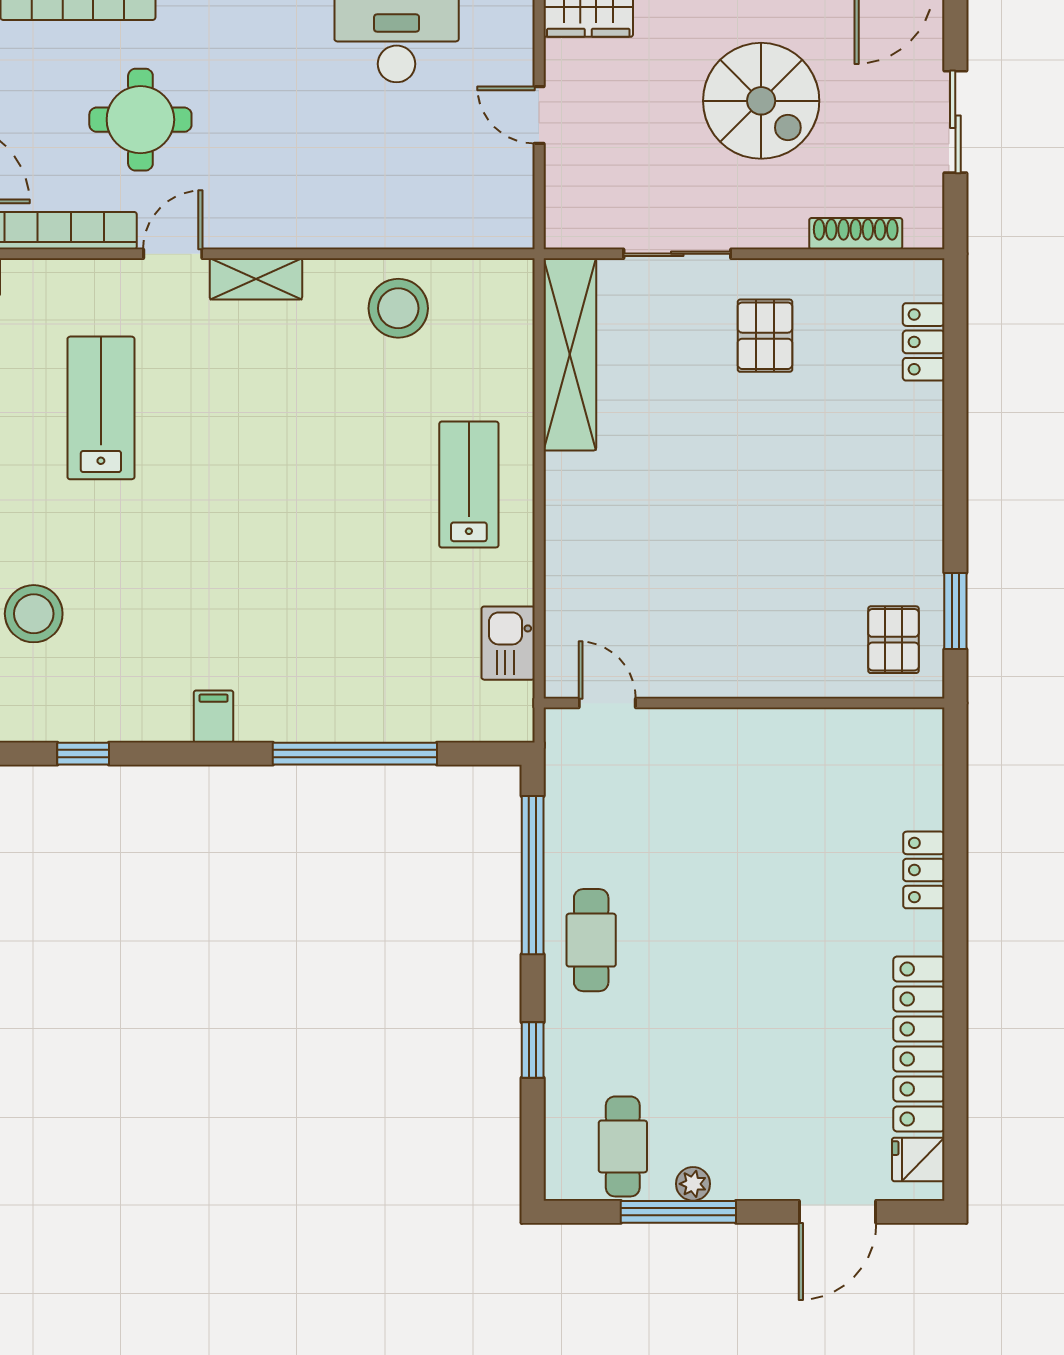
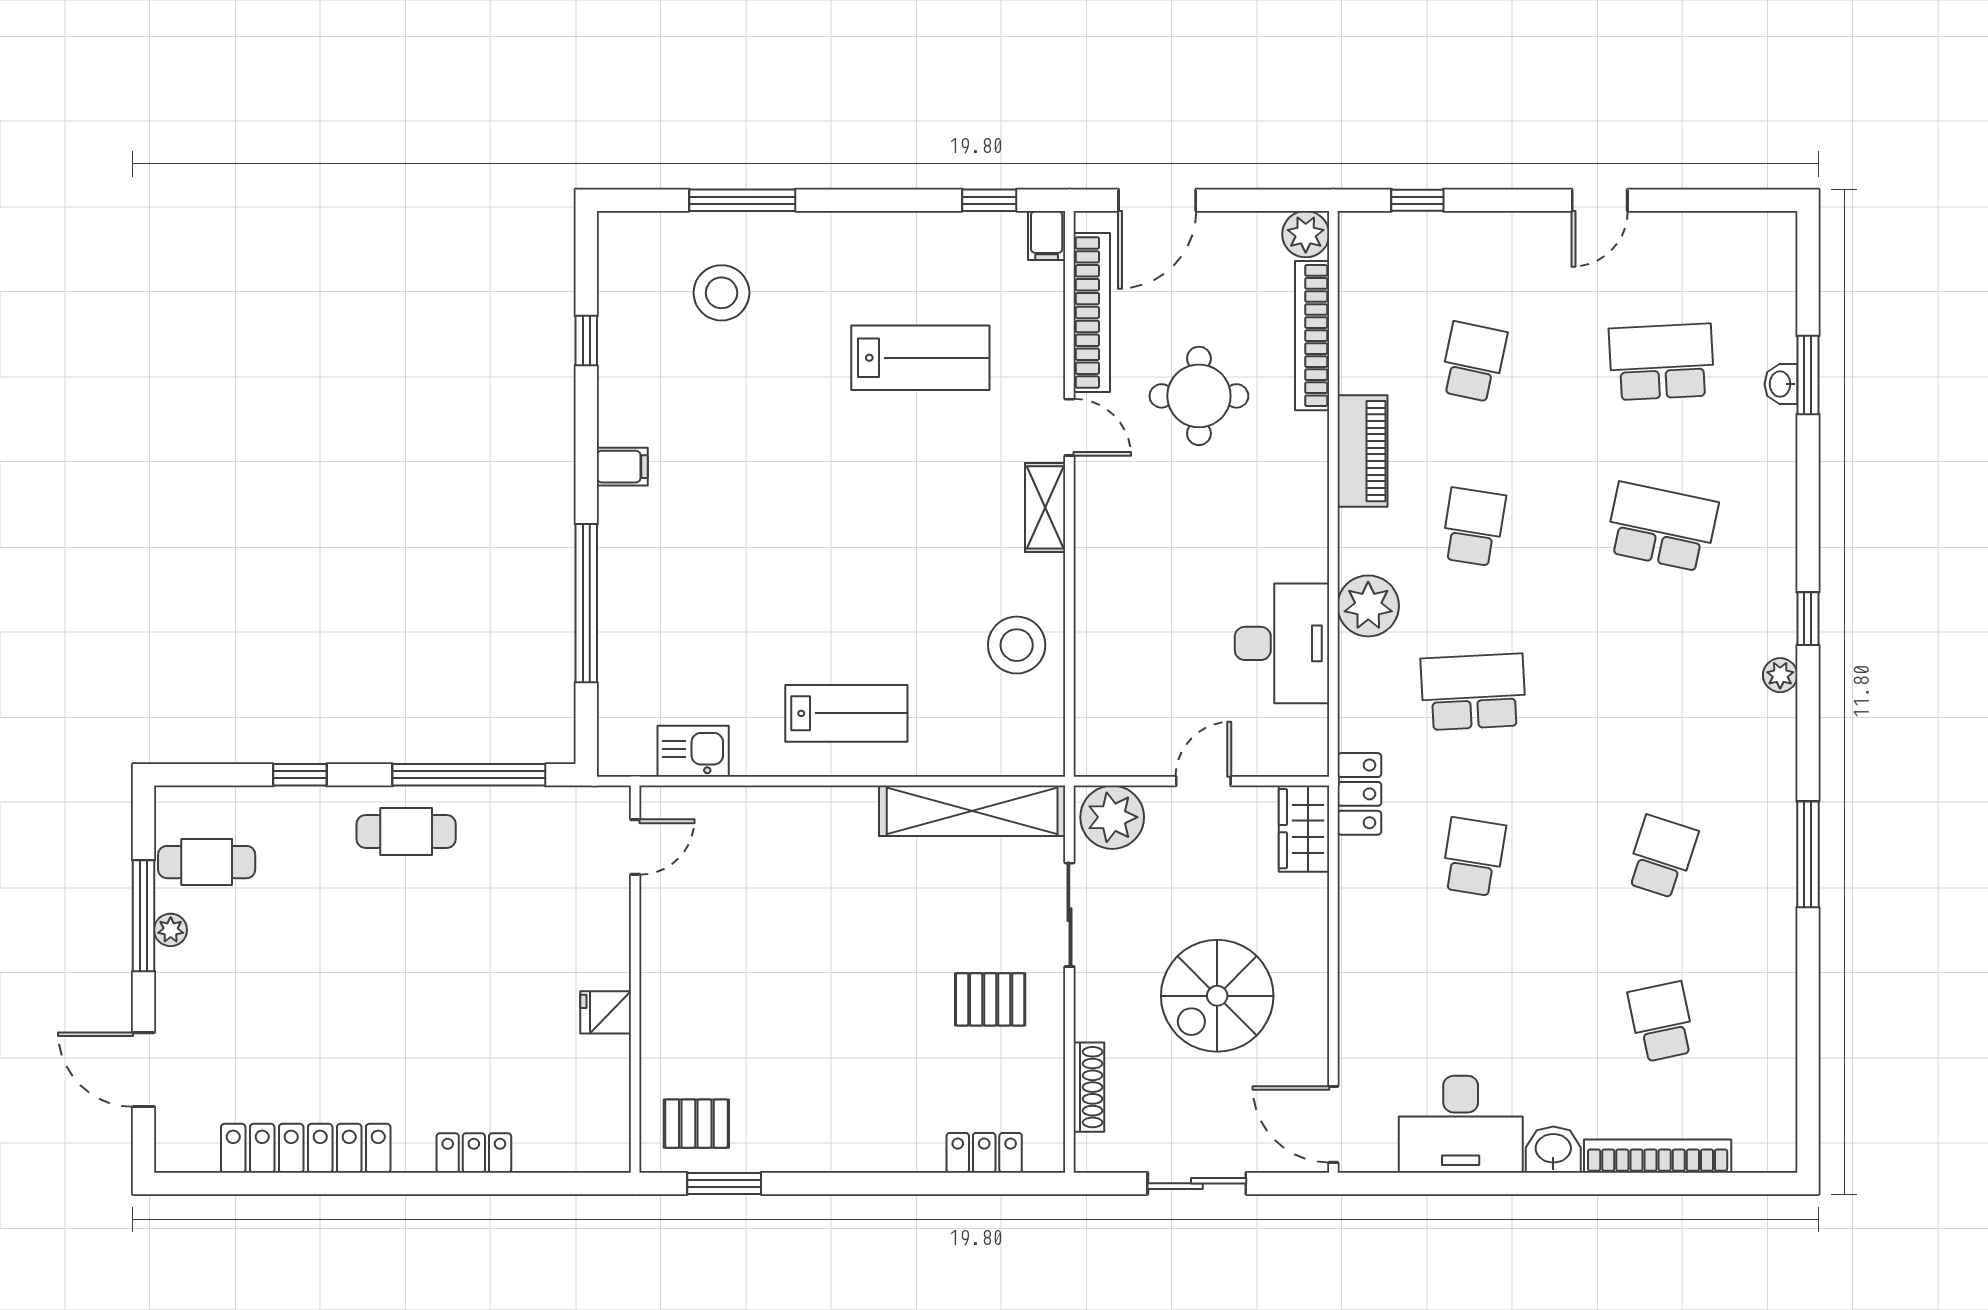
plant: (576, 209) -> (1112, 817), added
fridge: (918, 1159) -> (606, 1012), moved, turned -90

